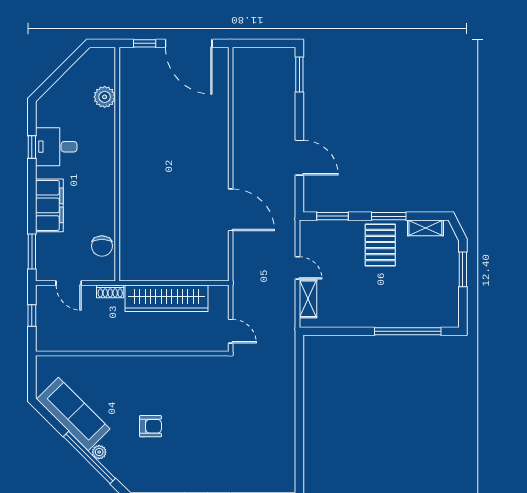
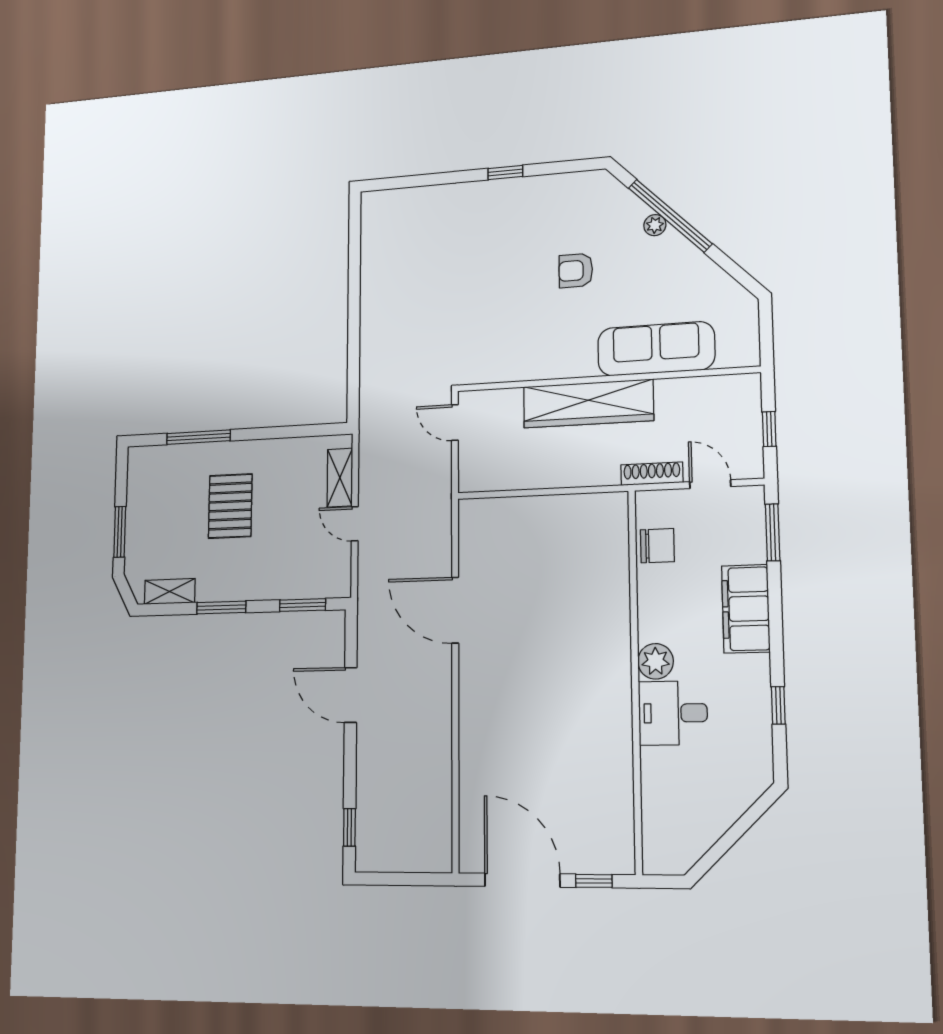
window: (299, 75) -> (349, 827), width x0.67
plant: (105, 97) -> (656, 661), moved
desk: (56, 147) -> (673, 713), moved, turned 180
pallet: (380, 245) -> (230, 506), moved
chair: (102, 246) -> (657, 546), turned 90
shoe rack: (110, 291) -> (652, 474), width x1.43
wardrobe: (166, 298) -> (588, 404), moved, turned 180
window: (408, 331) -> (198, 437), width x0.68
sofa: (73, 414) -> (656, 349), moved, turned 135

